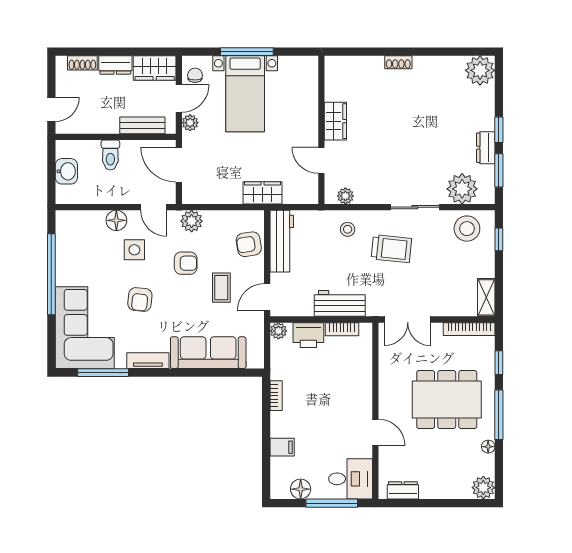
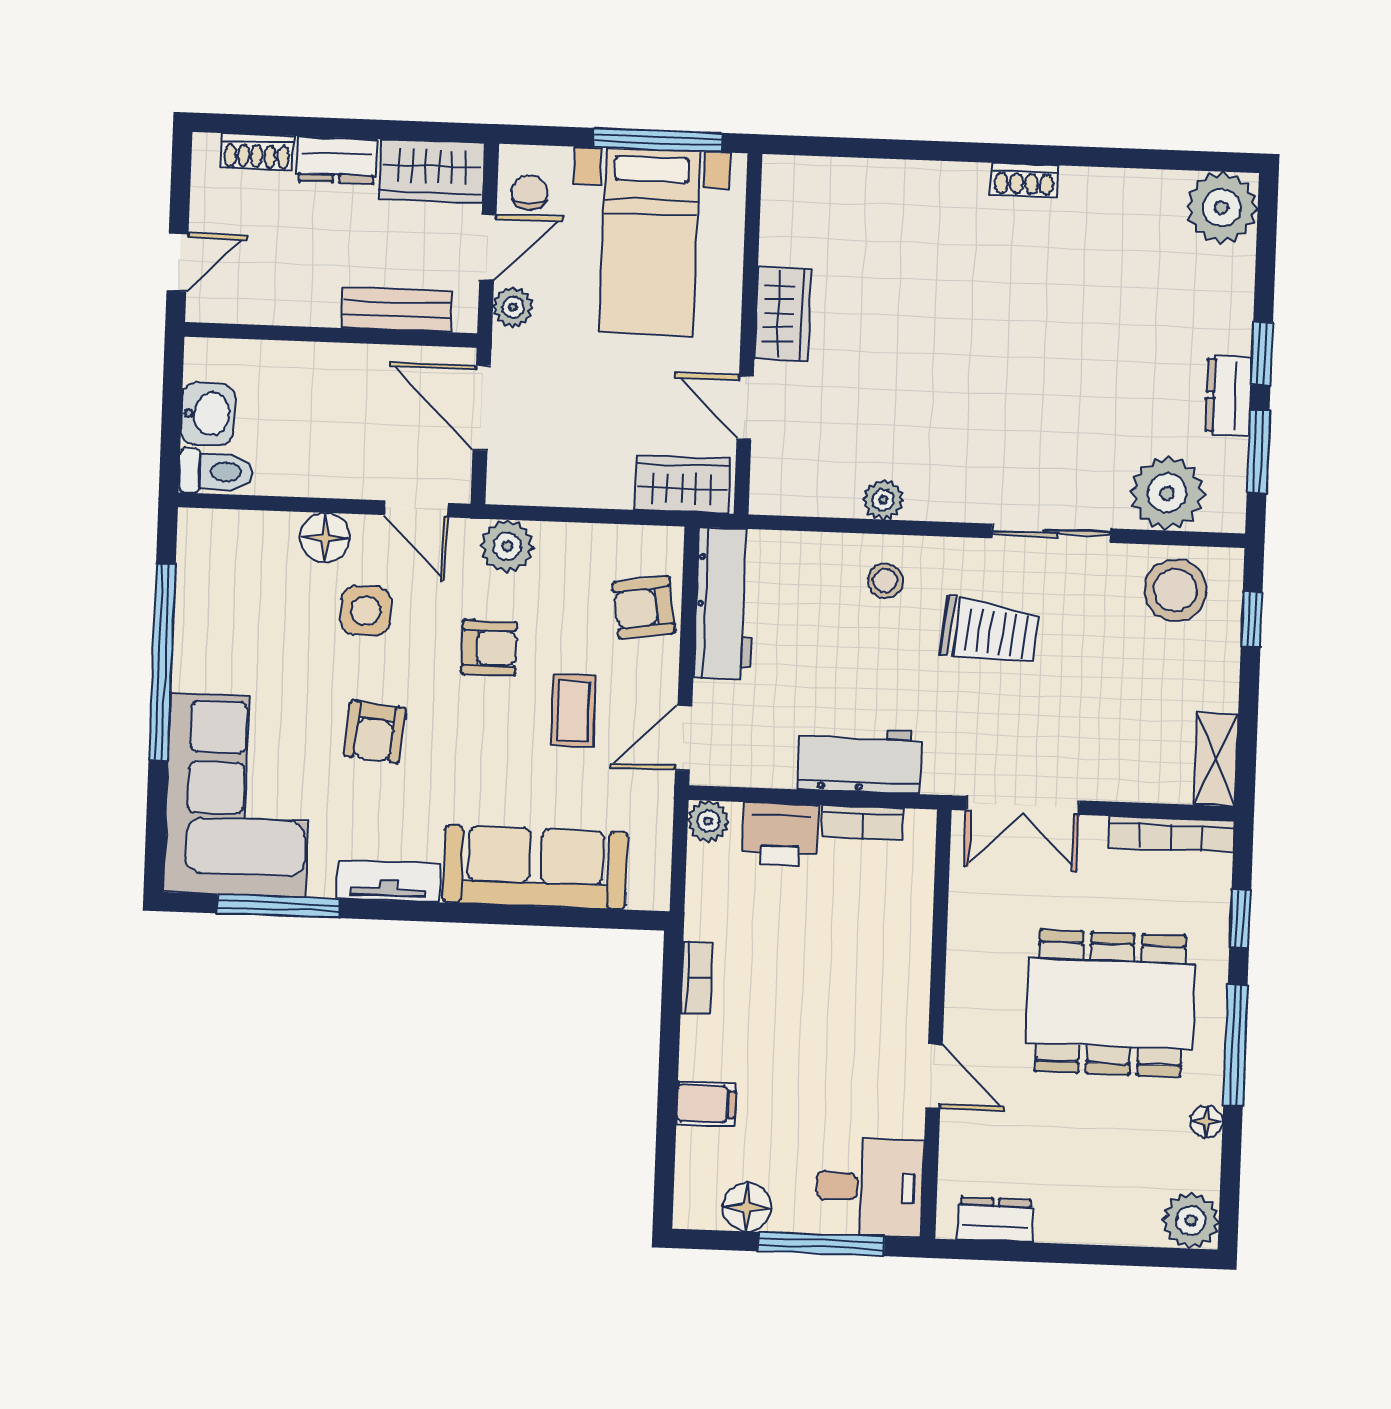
wardrobe: (335, 121) -> (783, 314), moved
wall: (321, 130) -> (748, 334), moved
toilet: (110, 155) -> (216, 472), moved, turned -90
door: (321, 160) -> (745, 408), moved

